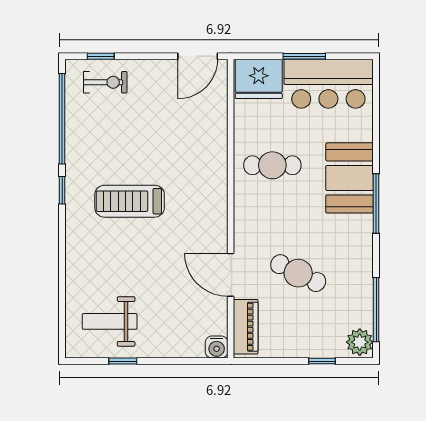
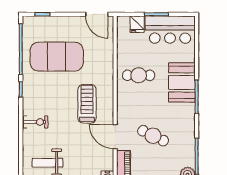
door: (198, 56) -> (97, 14), hinge flipped
fridge: (259, 79) -> (137, 24), width x0.53, depth x0.75
exercise bike: (105, 82) -> (36, 122), moved
exercise mat: (126, 132) -> (57, 57), added
treadmill: (130, 201) -> (87, 104), moved, turned 90

